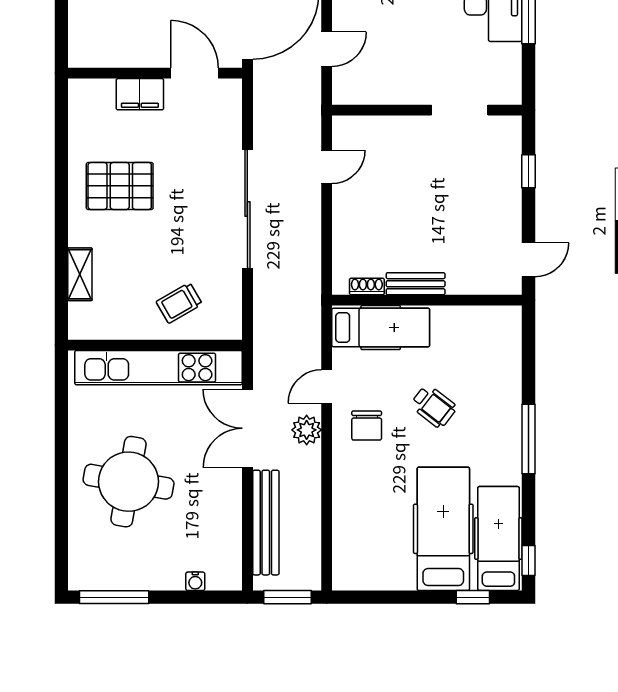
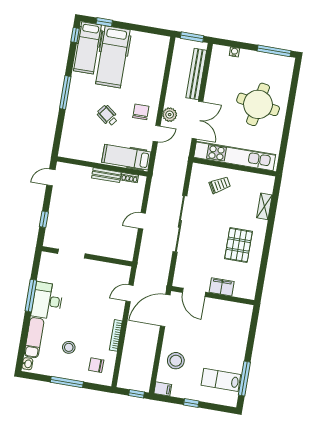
door: (327, 167) -> (142, 221), moved
pallet: (120, 186) -> (239, 245), turned 90

